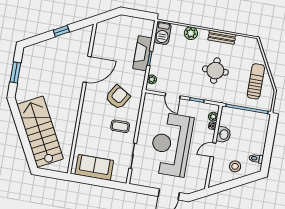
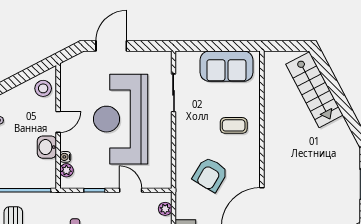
coffee table: (120, 126) -> (234, 125), moved
stairs: (40, 132) -> (314, 90), width x0.73, depth x0.66
reception desk: (171, 145) -> (121, 119), turned 180
stool: (235, 166) -> (43, 88), moved

